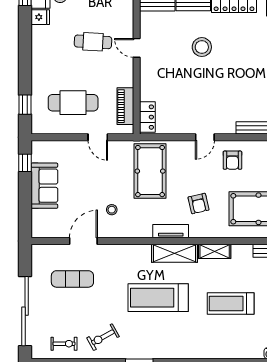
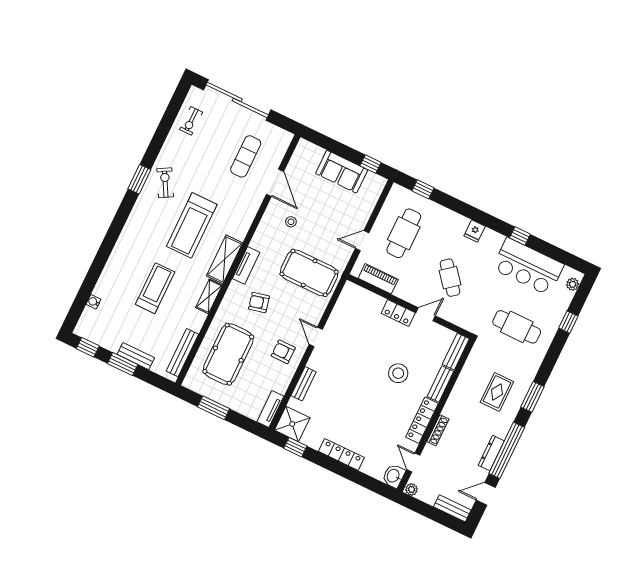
fridge: (40, 17) -> (475, 231), moved
cafe table: (93, 42) -> (450, 278), turned -42
locker: (147, 117) -> (398, 313), moved
treadmill: (158, 298) -> (192, 225), turned 180
exercise bike: (103, 337) -> (165, 183), moved

